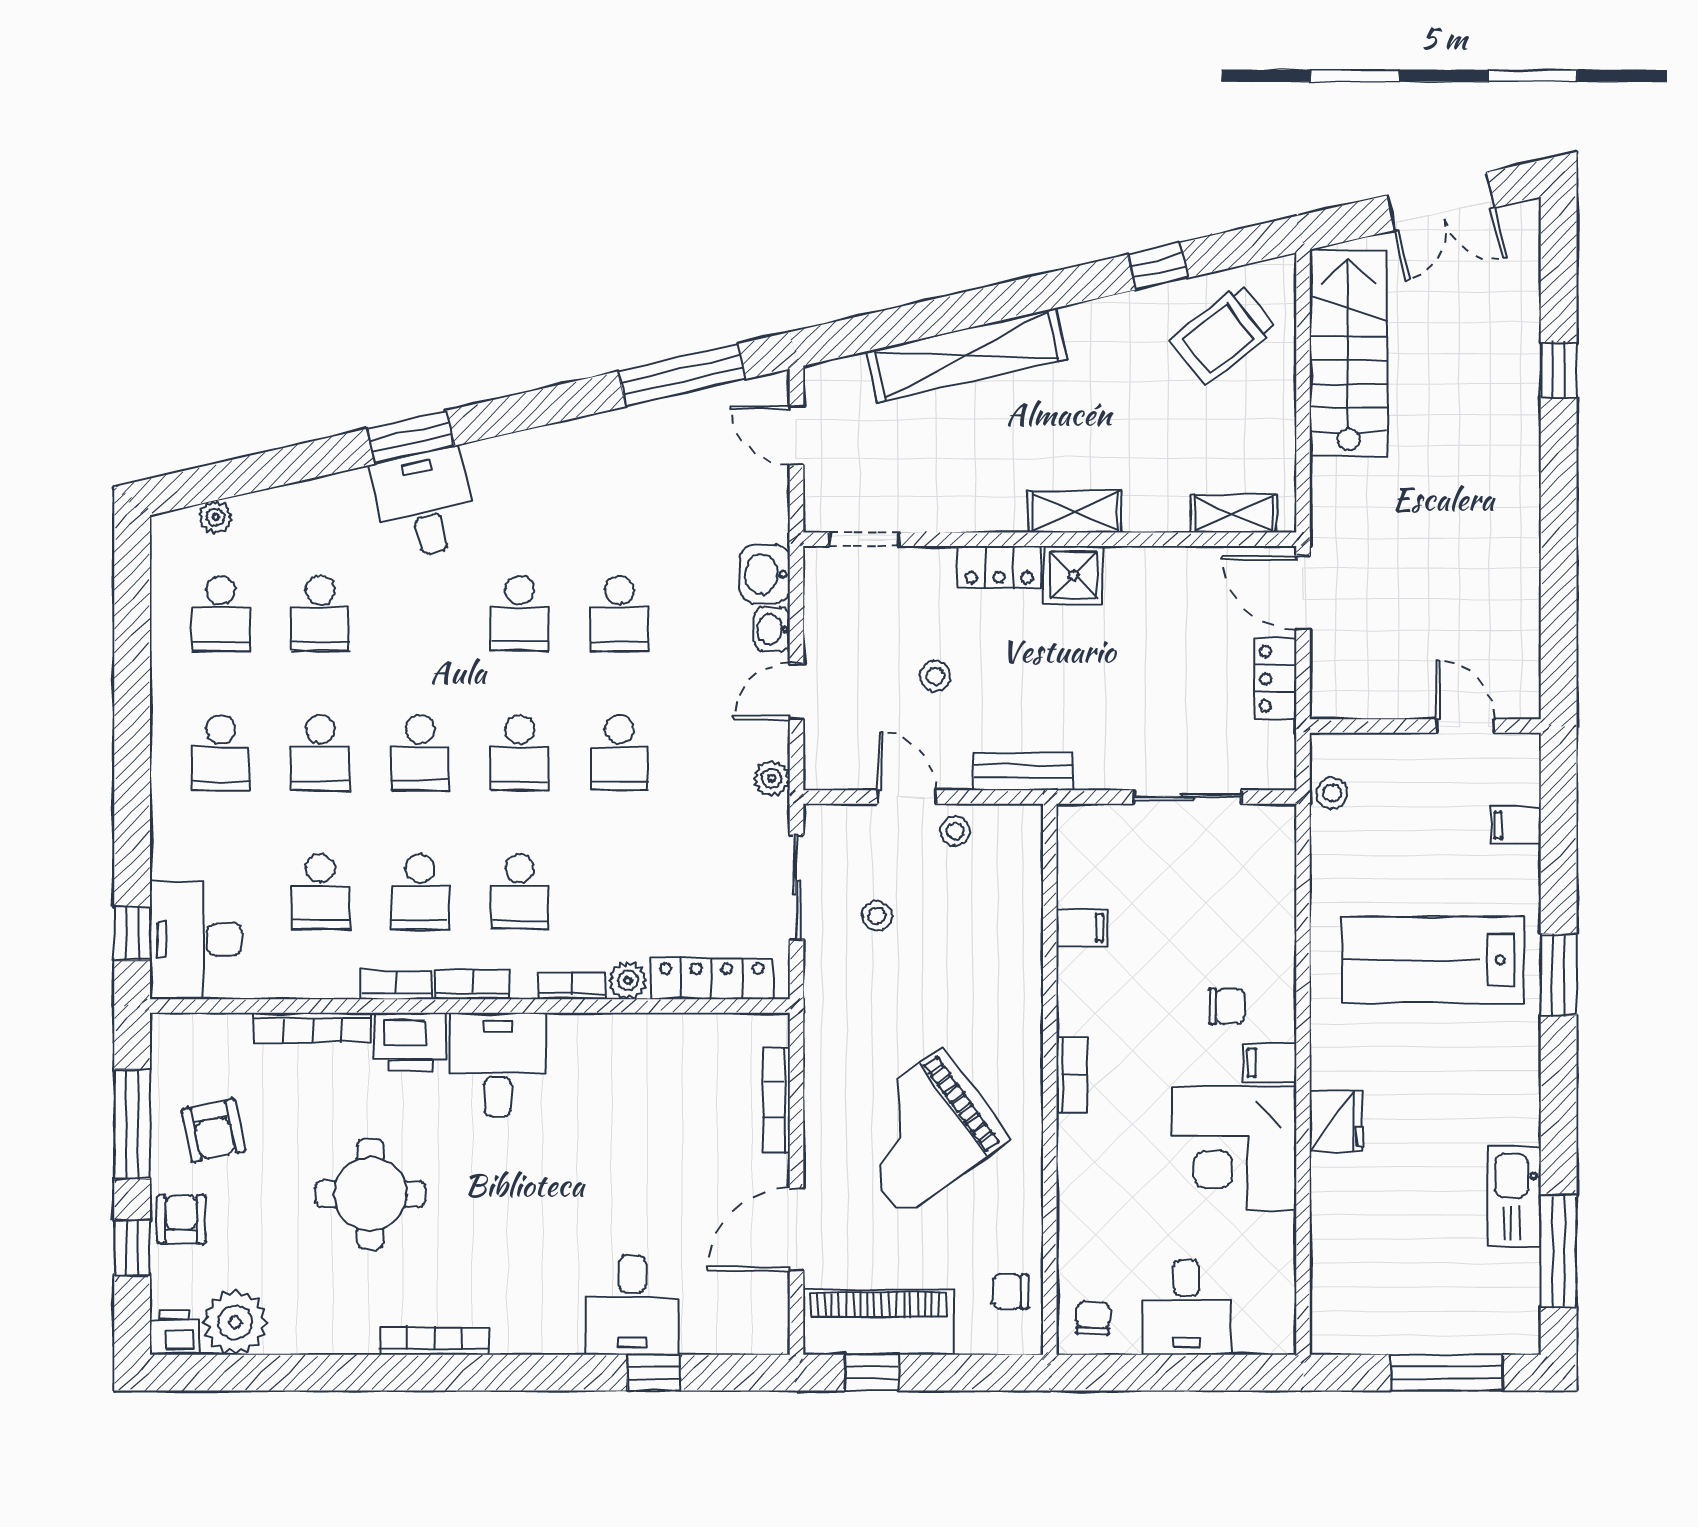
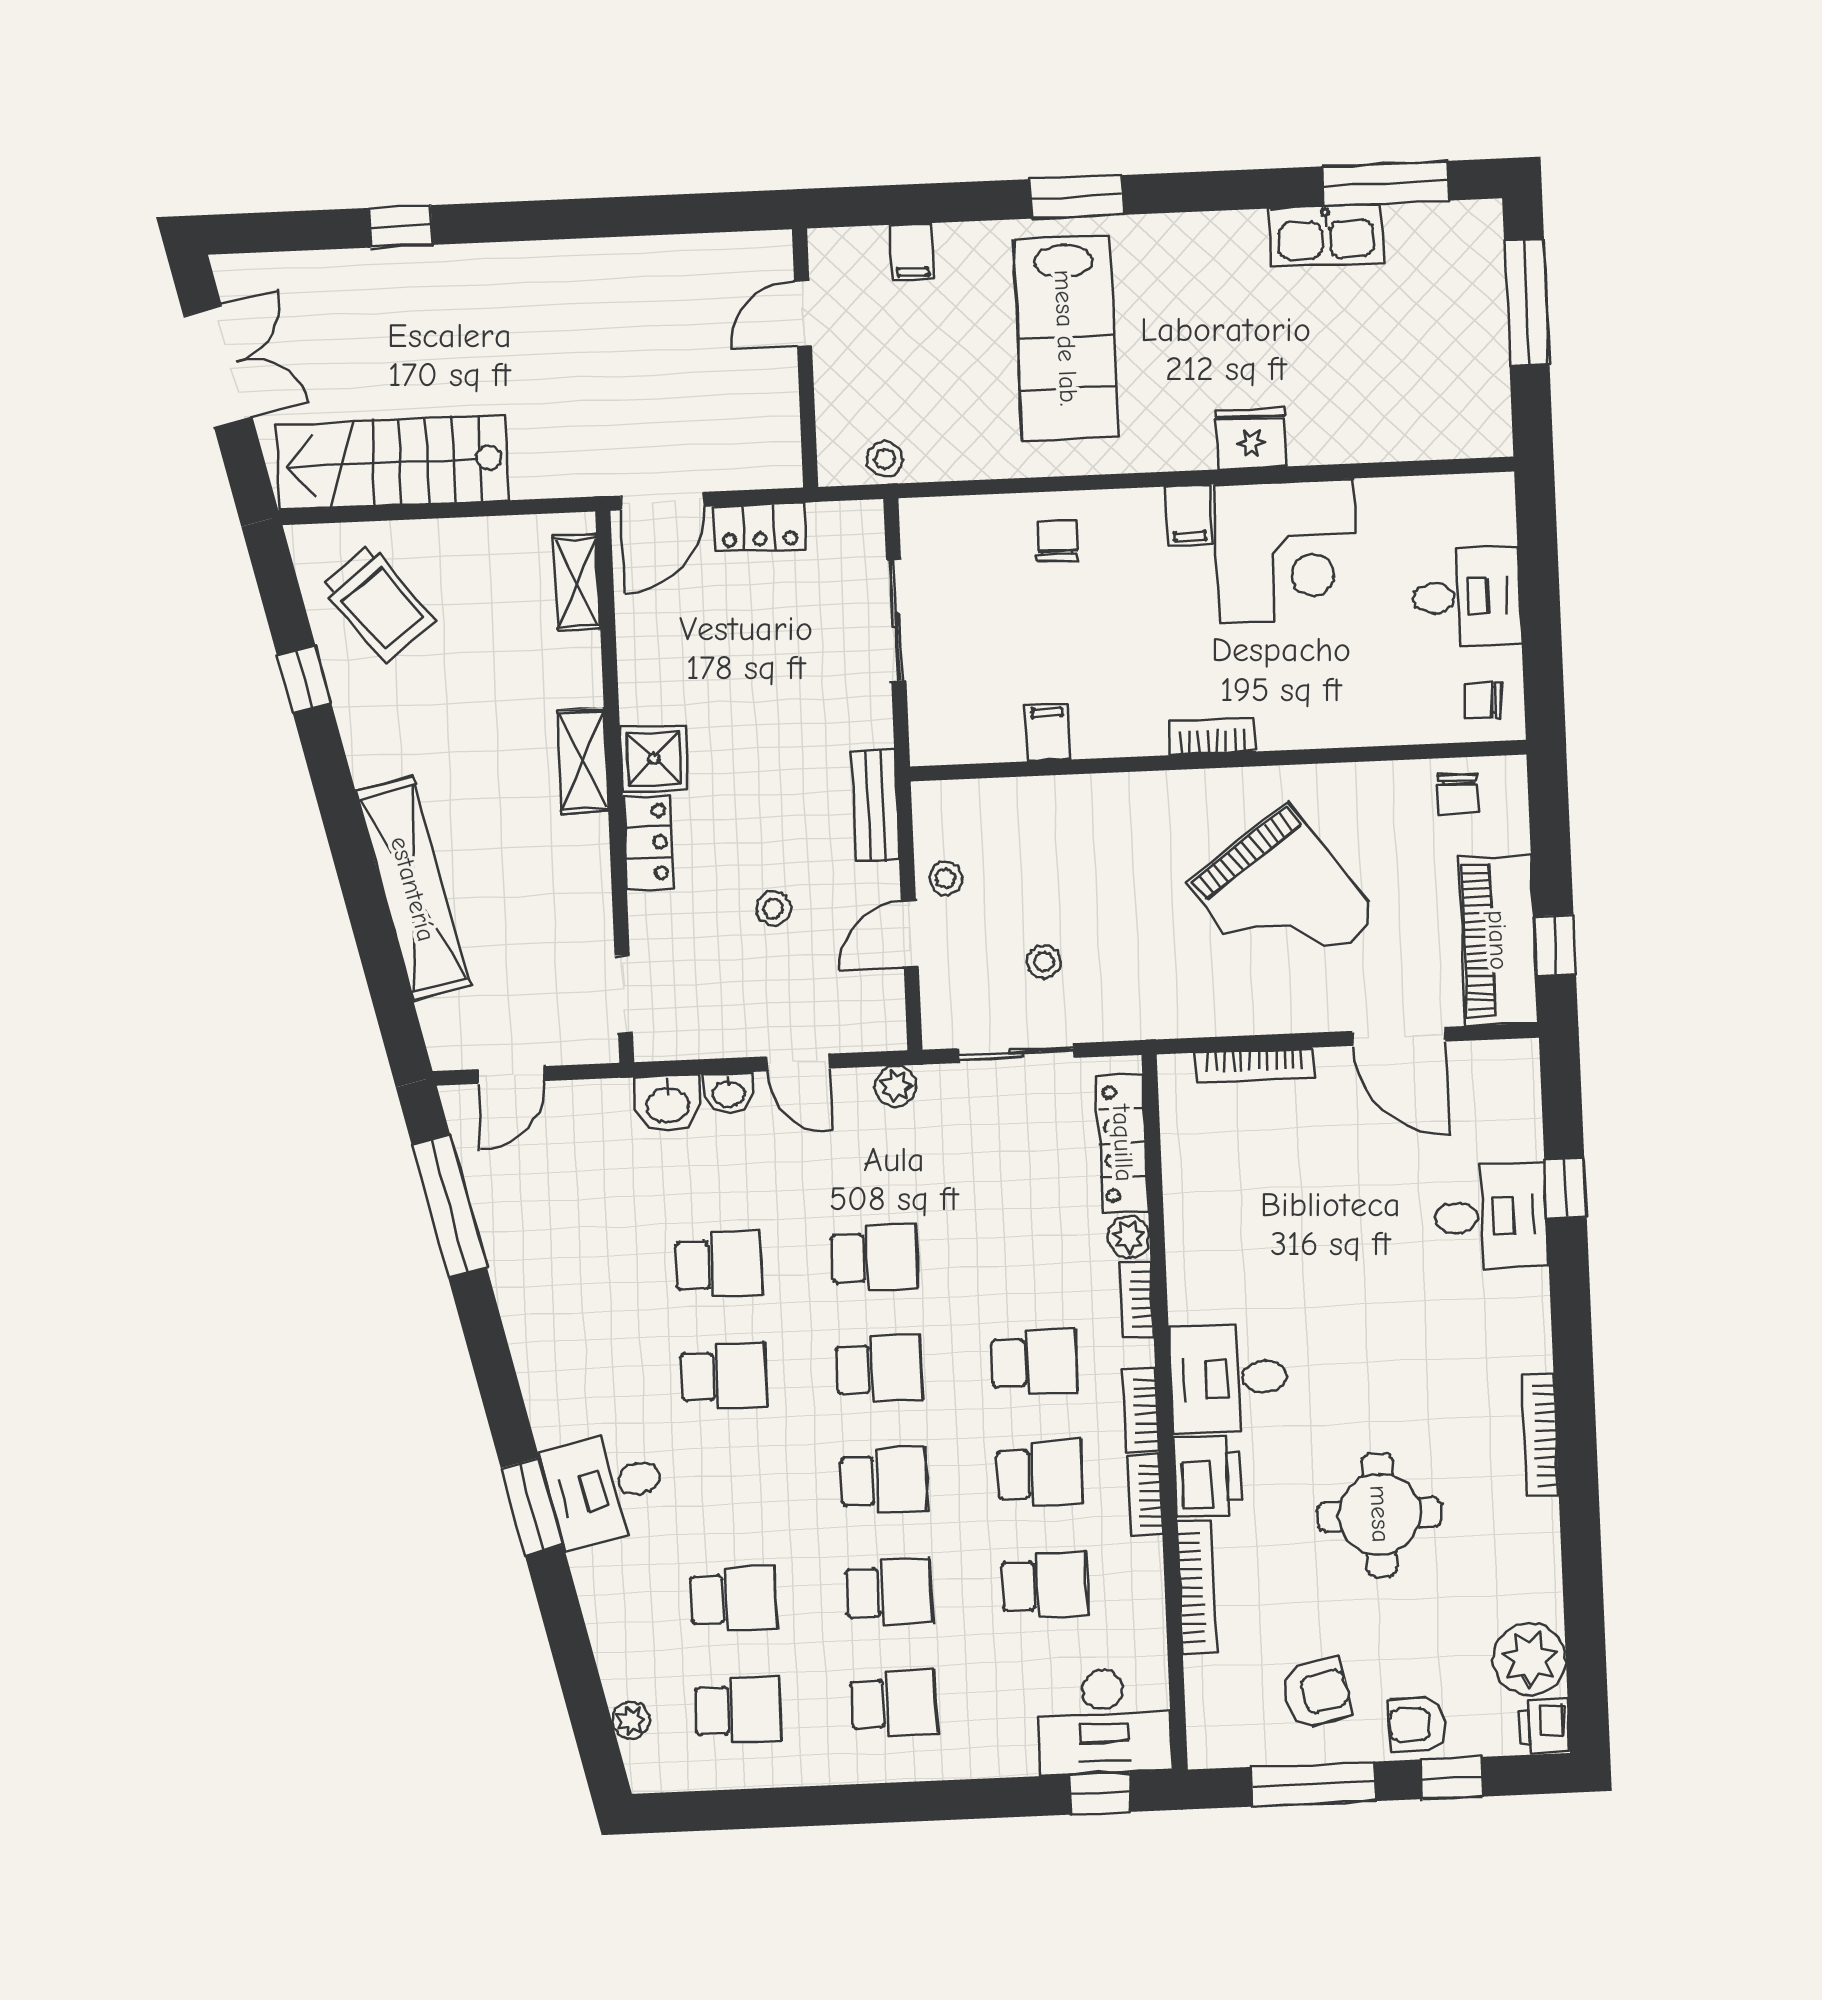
chair: (1227, 1006) -> (1057, 541), moved

